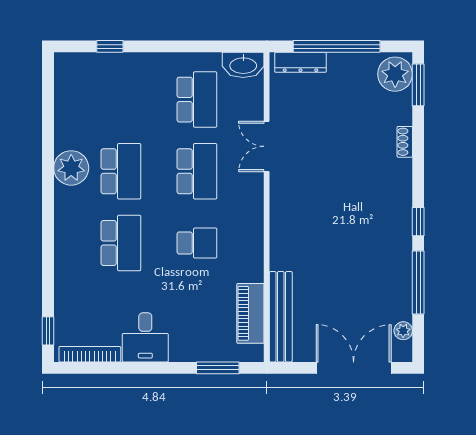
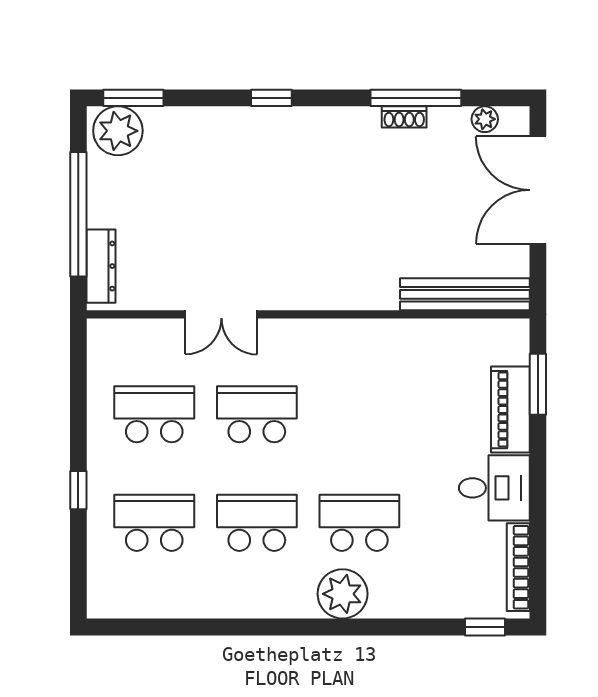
window: (110, 46) -> (78, 490), moved
washbasin: (243, 65) -> (105, 348), removed
shoe rack: (405, 142) -> (404, 117), moved
plant: (71, 168) -> (343, 594), moved
window: (418, 222) -> (271, 98), moved
school desk: (197, 243) -> (154, 523), moved, width x1.85
piano: (250, 313) -> (510, 410), moved, turned 90

